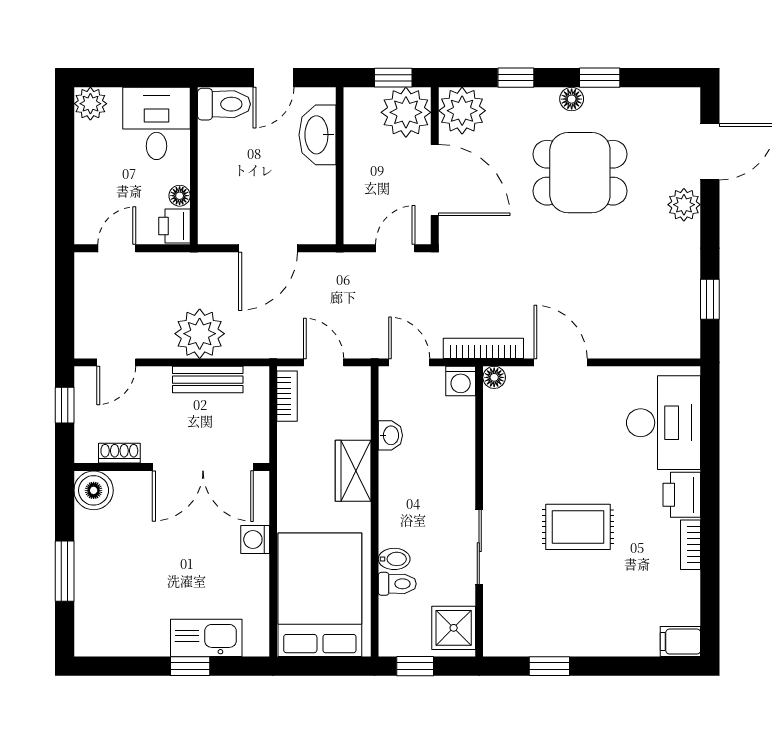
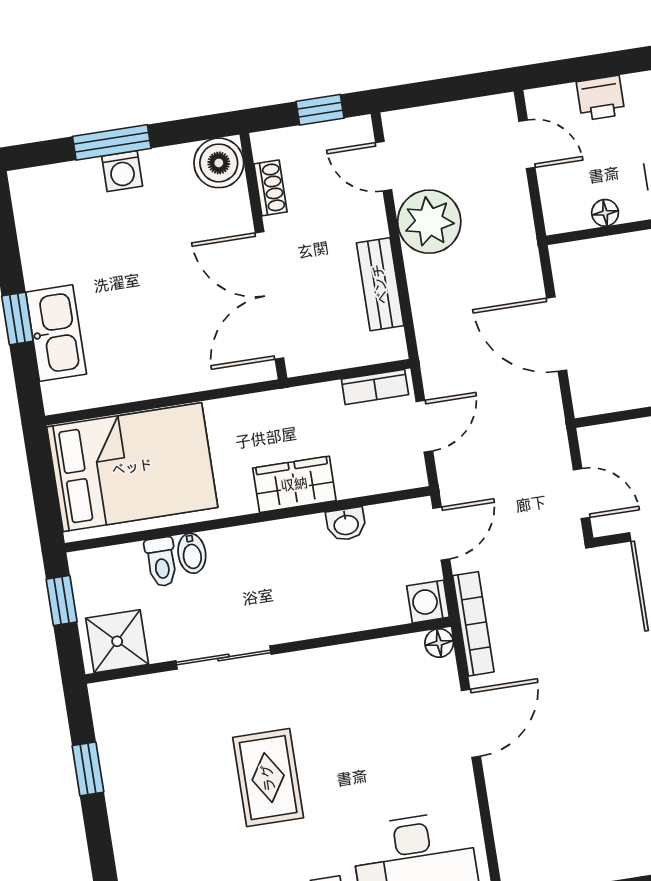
printer: (174, 226) -> (601, 98), moved, turned 180
plant: (200, 334) -> (429, 222), moved
washing machine: (255, 540) -> (122, 171), moved, turned 180

